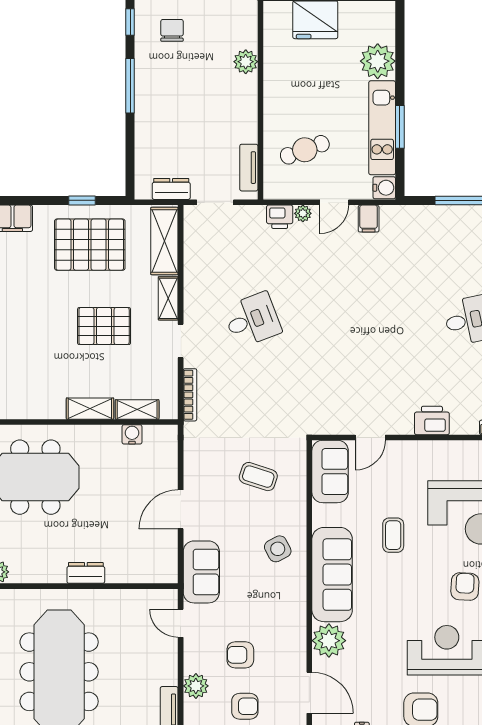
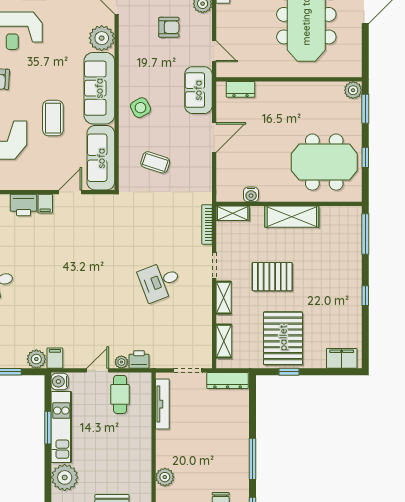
cafe table: (305, 150) -> (120, 394), moved, turned -70
tv unit: (249, 168) -> (162, 404), width x1.41
dresser: (171, 189) -> (228, 381), width x1.44
plant: (415, 217) -> (36, 359), added
filing cabinet: (369, 219) -> (55, 358), moved
shelving: (164, 241) -> (224, 341), width x0.67, depth x0.75
pallet: (90, 245) -> (283, 338), turned 90
shelving: (90, 409) -> (292, 217), width x1.50, depth x1.33
shelving: (137, 409) -> (233, 213), moved
filing cabinet: (403, 422) -> (45, 204), added
sofa: (330, 471) -> (101, 158), width x1.36
coffee table: (393, 535) -> (53, 118), width x1.36, depth x1.30
dresser: (86, 573) -> (240, 89), moved

